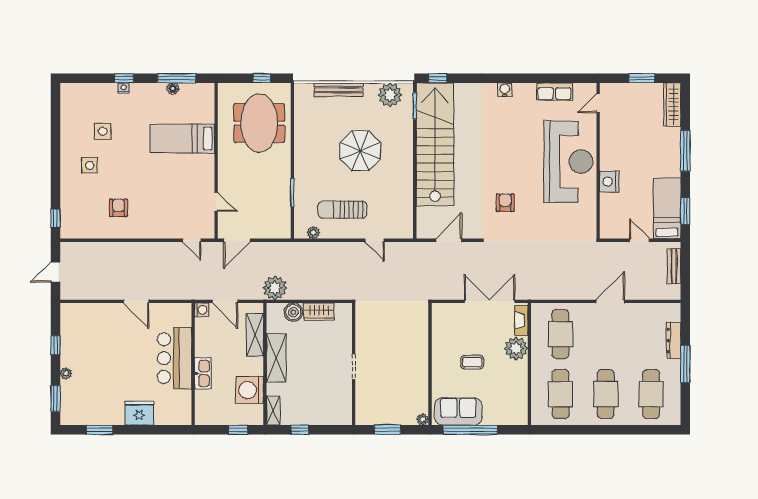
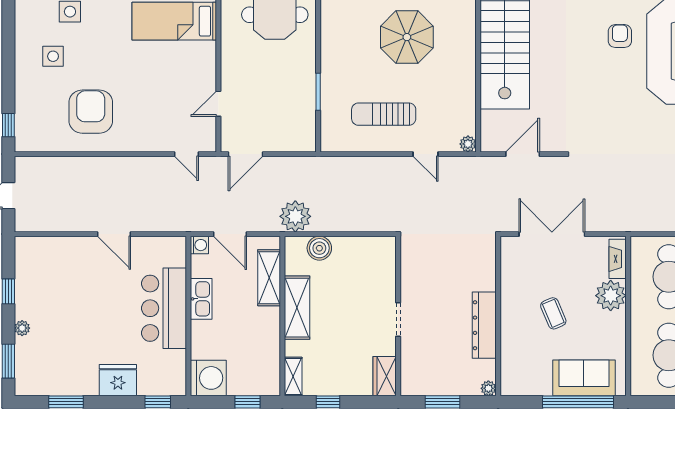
door: (216, 202) -> (218, 104), swing flipped
armchair: (505, 203) -> (620, 36), moved
armchair: (118, 208) -> (91, 112), width x1.88, depth x1.88
plant: (313, 232) -> (468, 144), moved
double door: (490, 301) -> (552, 234), moved
wardrobe: (319, 312) -> (385, 376), moved, turned 90
coffee table: (472, 362) -> (553, 313), turned 67
dresser: (419, 371) -> (484, 325), added
kitchen sink: (203, 373) -> (201, 299), moved
washing machine: (250, 390) -> (208, 378), moved, turned 180
sofa: (458, 411) -> (584, 378), moved
window: (170, 430) -> (158, 402), added
window: (470, 430) -> (578, 402), moved

